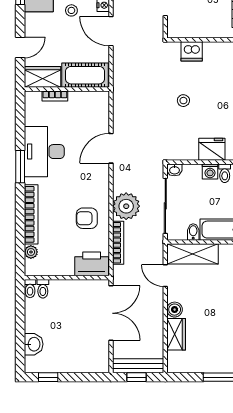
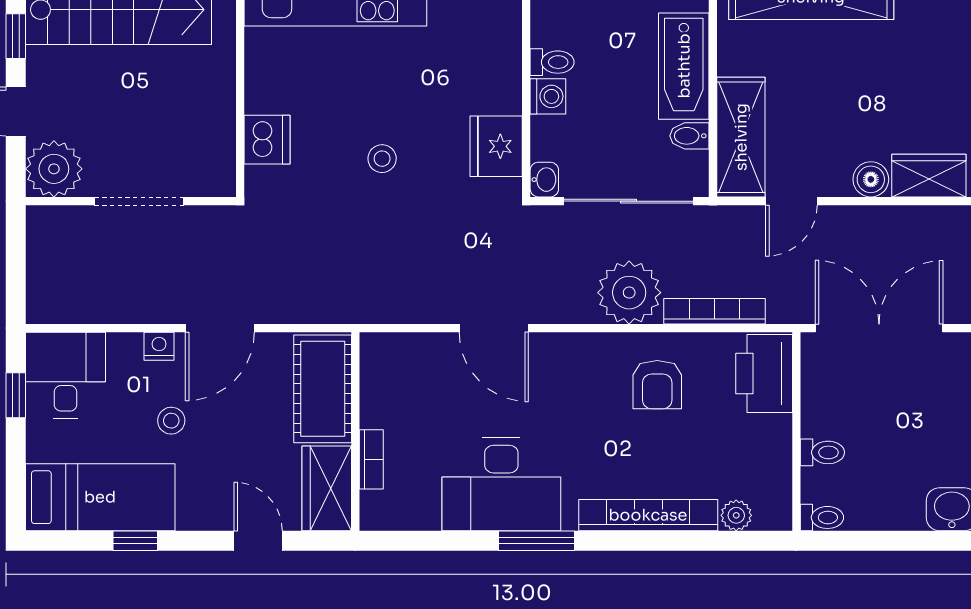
fridge: (212, 149) -> (496, 146), moved
toilet: (43, 289) -> (822, 452), moved

